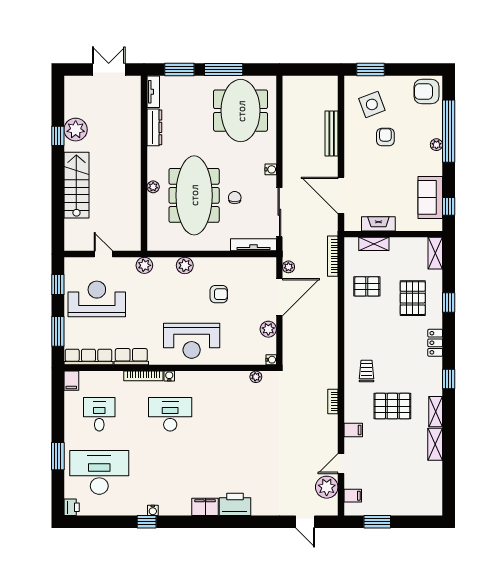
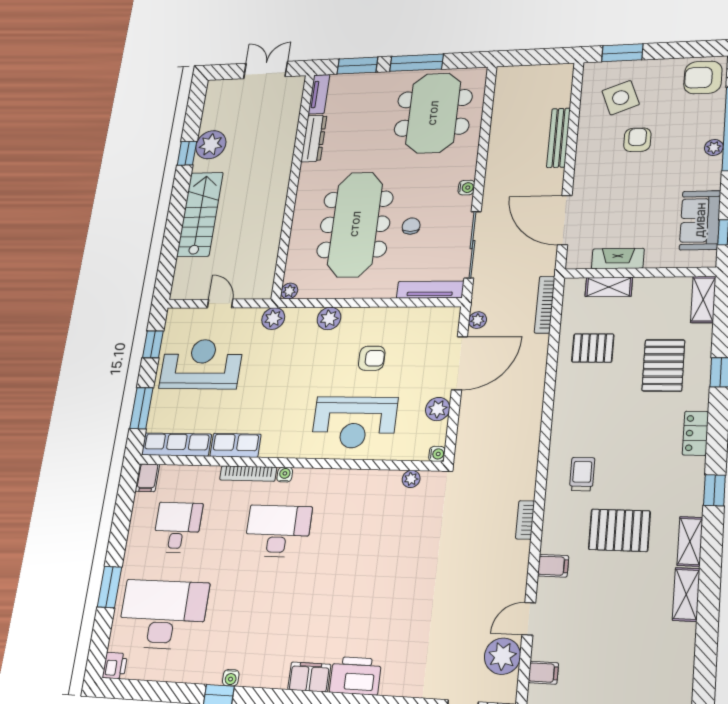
plant: (153, 187) -> (289, 291), moved
reception desk: (192, 341) -> (354, 422), moved

